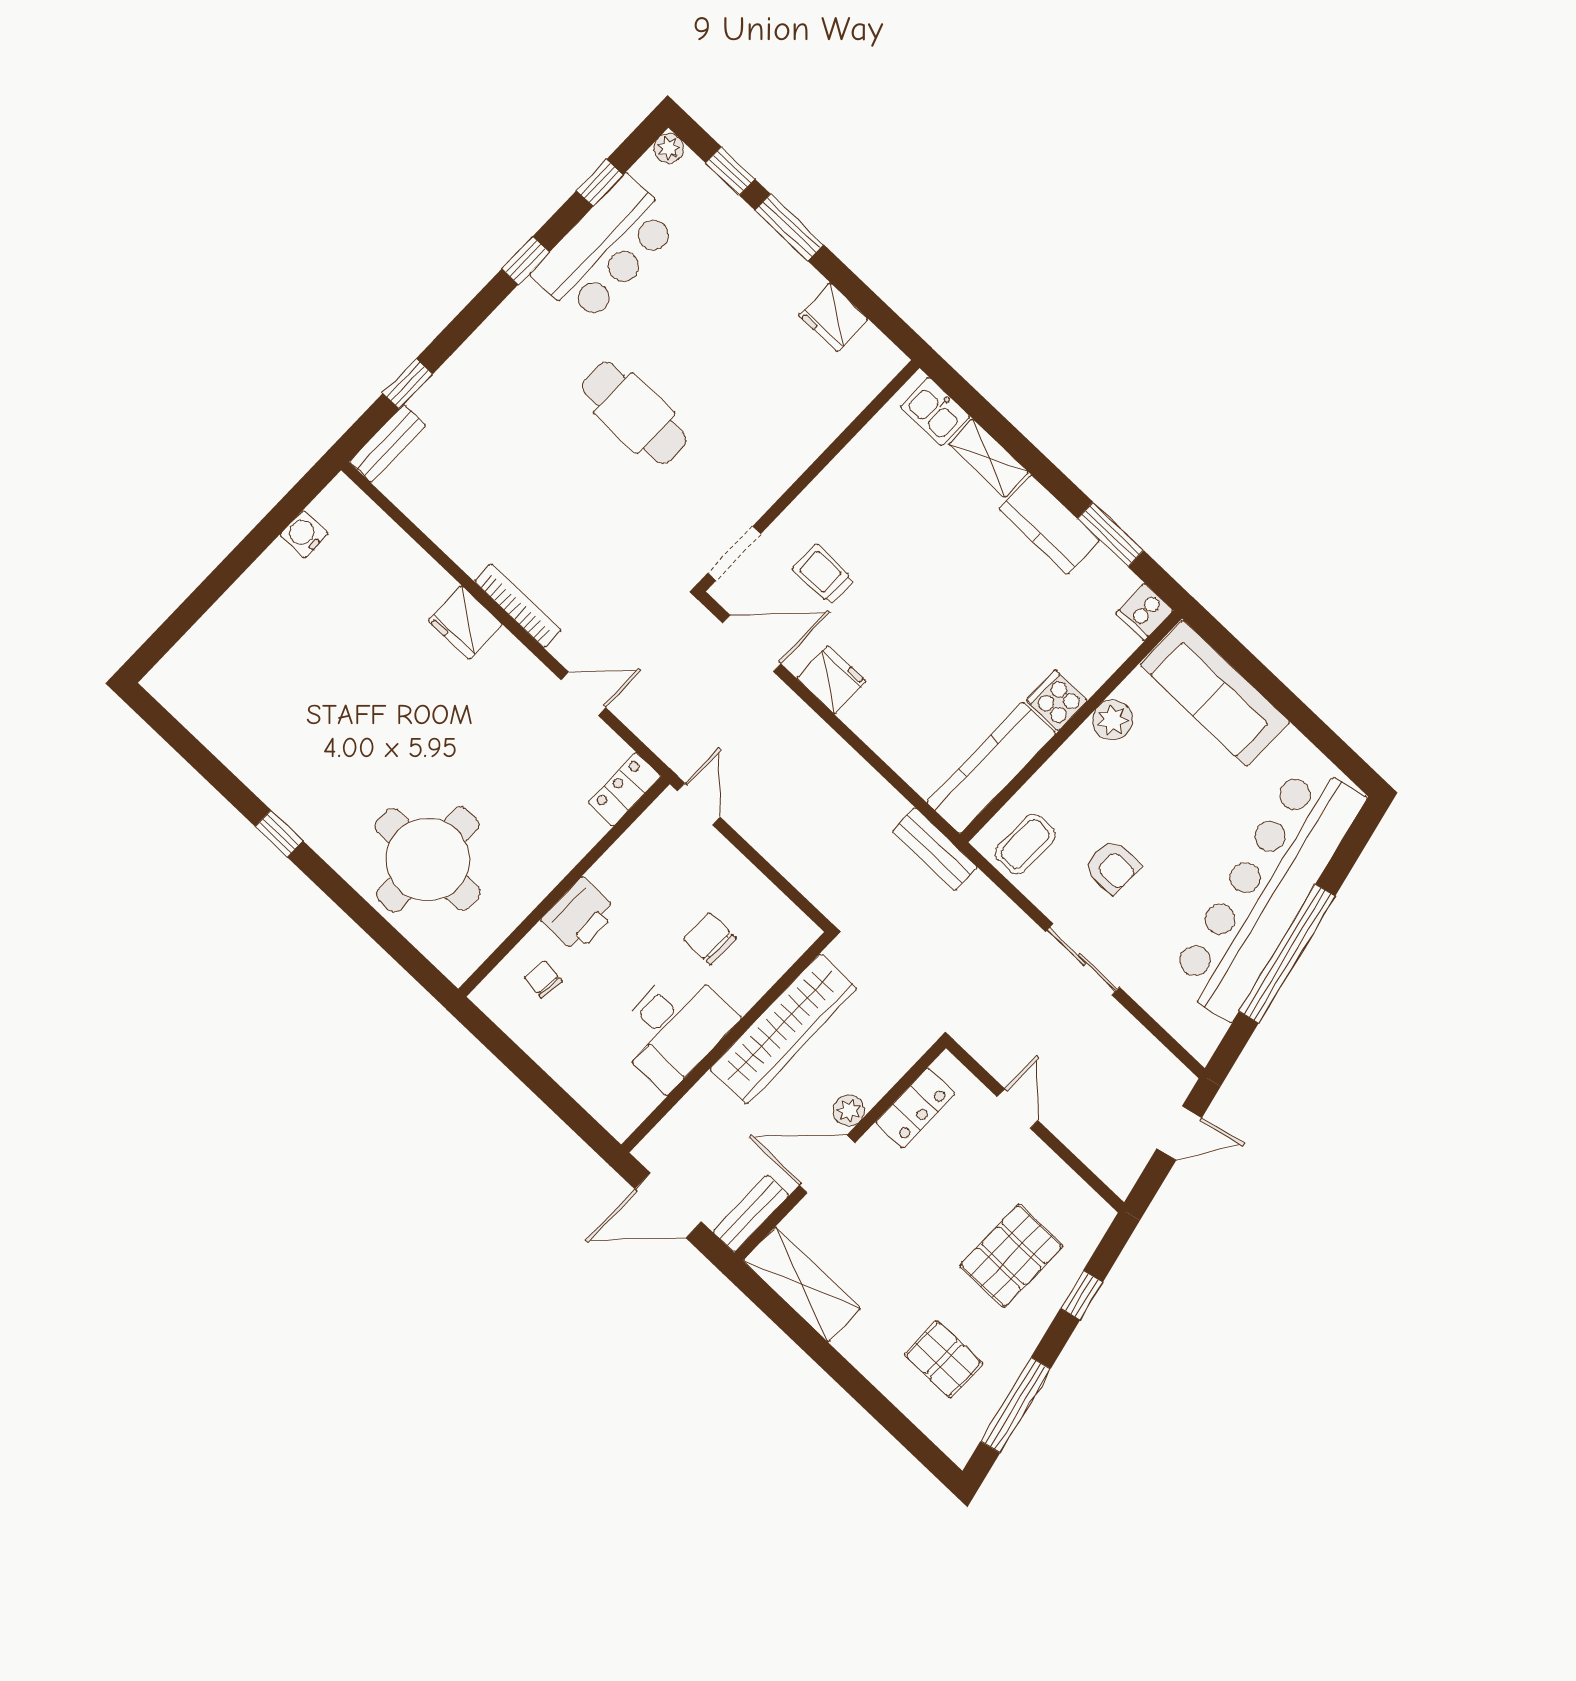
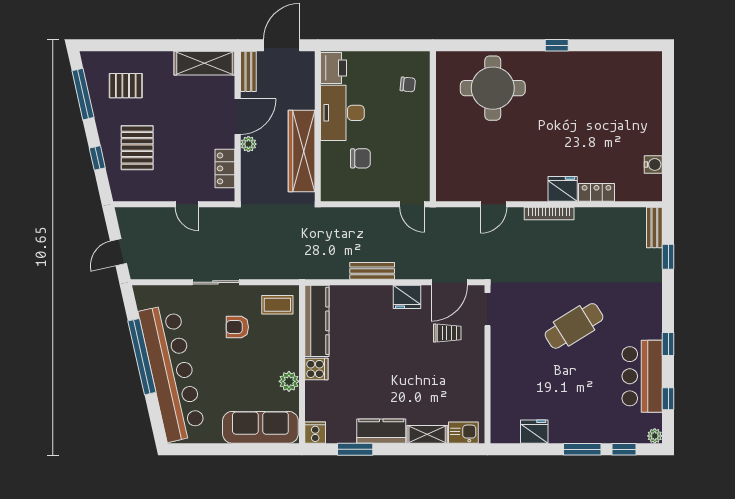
cafe table: (634, 413) -> (574, 326), turned -32
locker: (624, 789) -> (596, 192), moved, turned -90
coffee table: (1025, 844) -> (277, 305), turned 90
bench: (935, 849) -> (372, 271), moved
printer: (579, 915) -> (334, 68), moved, turned 180

